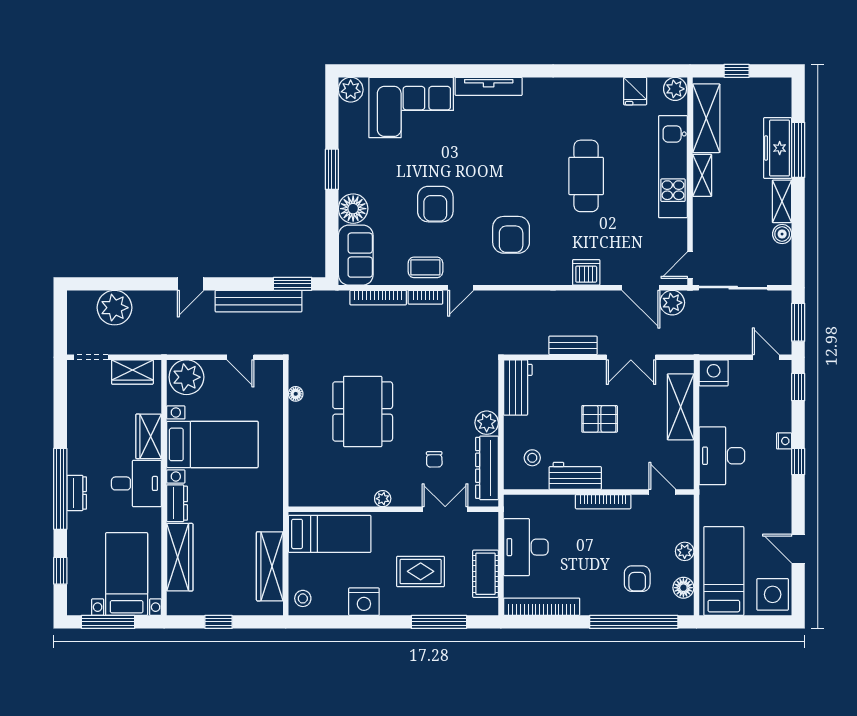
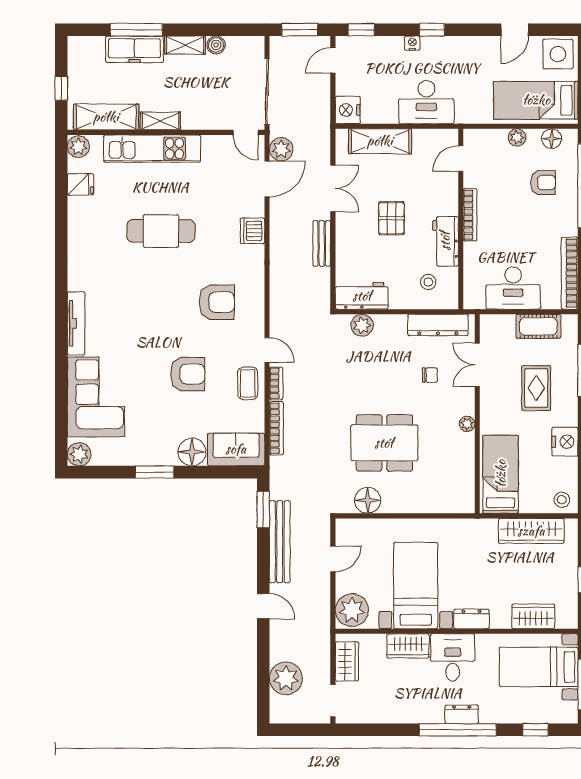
floor lamp: (296, 394) -> (368, 500), width x1.89, depth x1.89
plant: (487, 423) -> (362, 325), moved
wardrobe: (180, 557) -> (533, 616), width x0.67

